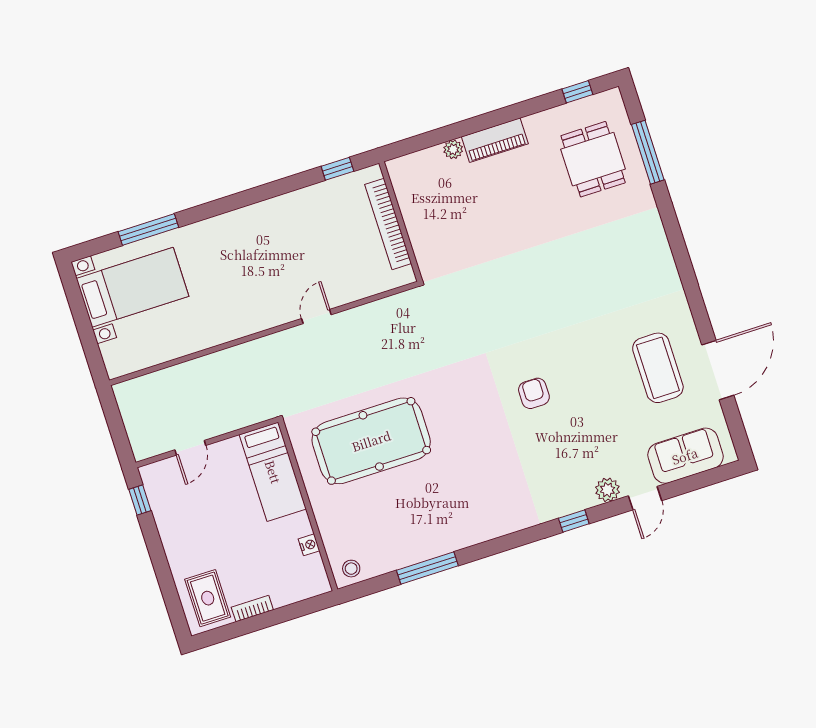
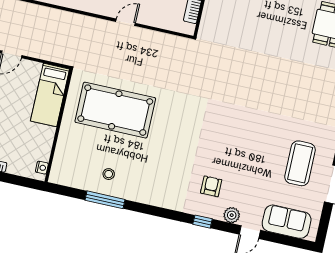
armchair: (534, 393) -> (211, 186), moved
nightstand: (309, 545) -> (42, 168), moved
stool: (351, 569) -> (109, 174), moved

